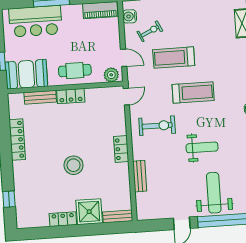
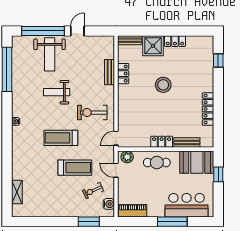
locker: (121, 149) -> (123, 74), moved

